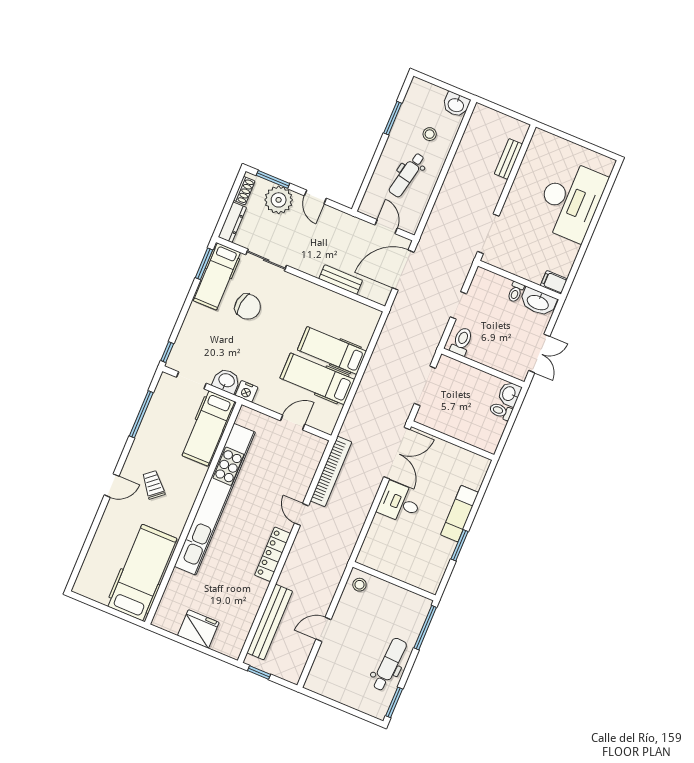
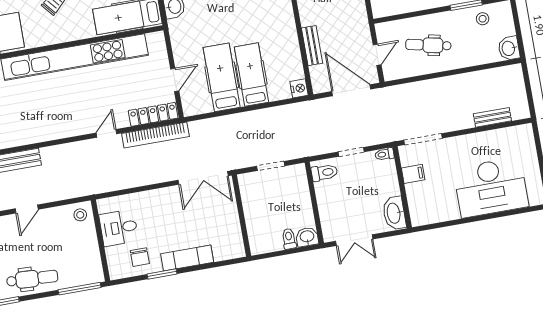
stool: (430, 134) -> (483, 19), moved
filing cabinet: (554, 282) -> (413, 174), moved, turned 90
toilet: (516, 292) -> (384, 154), moved
doorway: (425, 386) -> (271, 166), width x0.73
nightstand: (246, 391) -> (299, 88), moved, turned 180
door: (293, 422) -> (175, 80), hinge flipped
desk: (400, 503) -> (119, 228), moved, turned -90
locker: (273, 554) -> (153, 114), moved
chair: (431, 555) -> (140, 257), added
door: (324, 629) -> (27, 209), swing flipped

